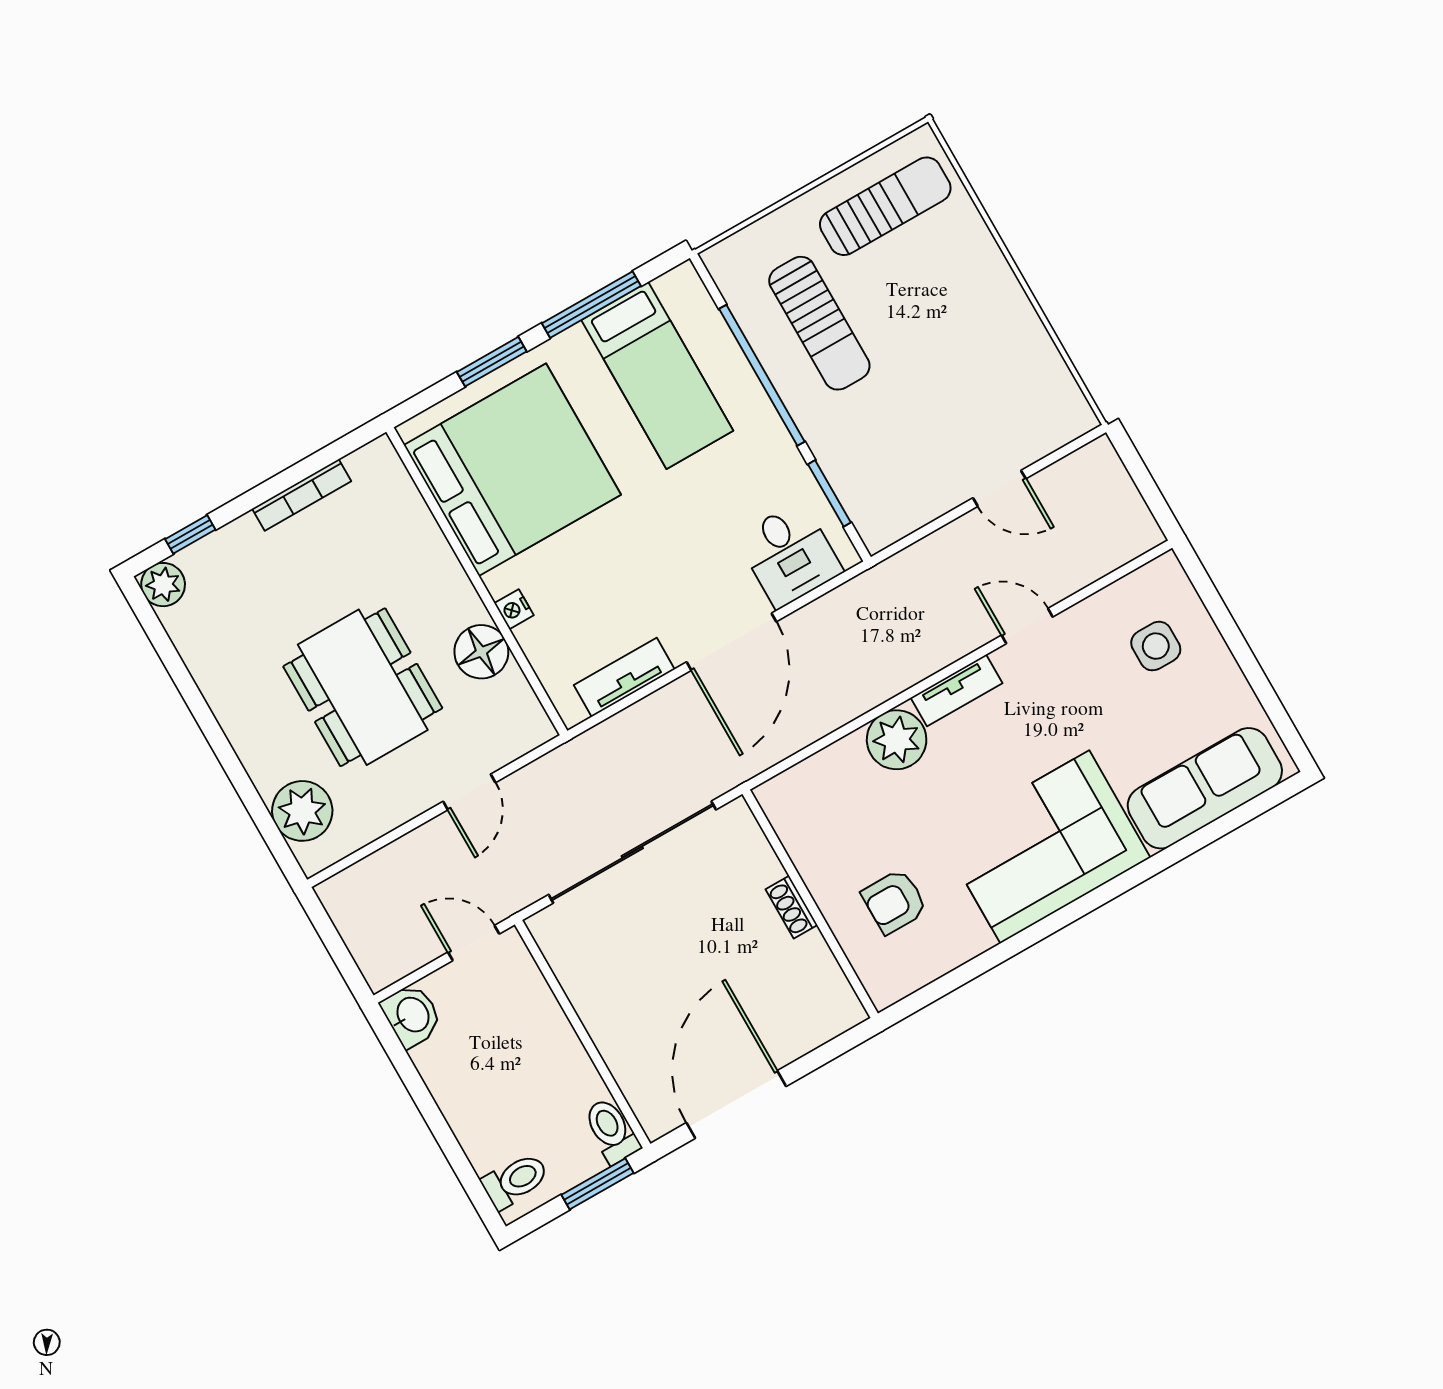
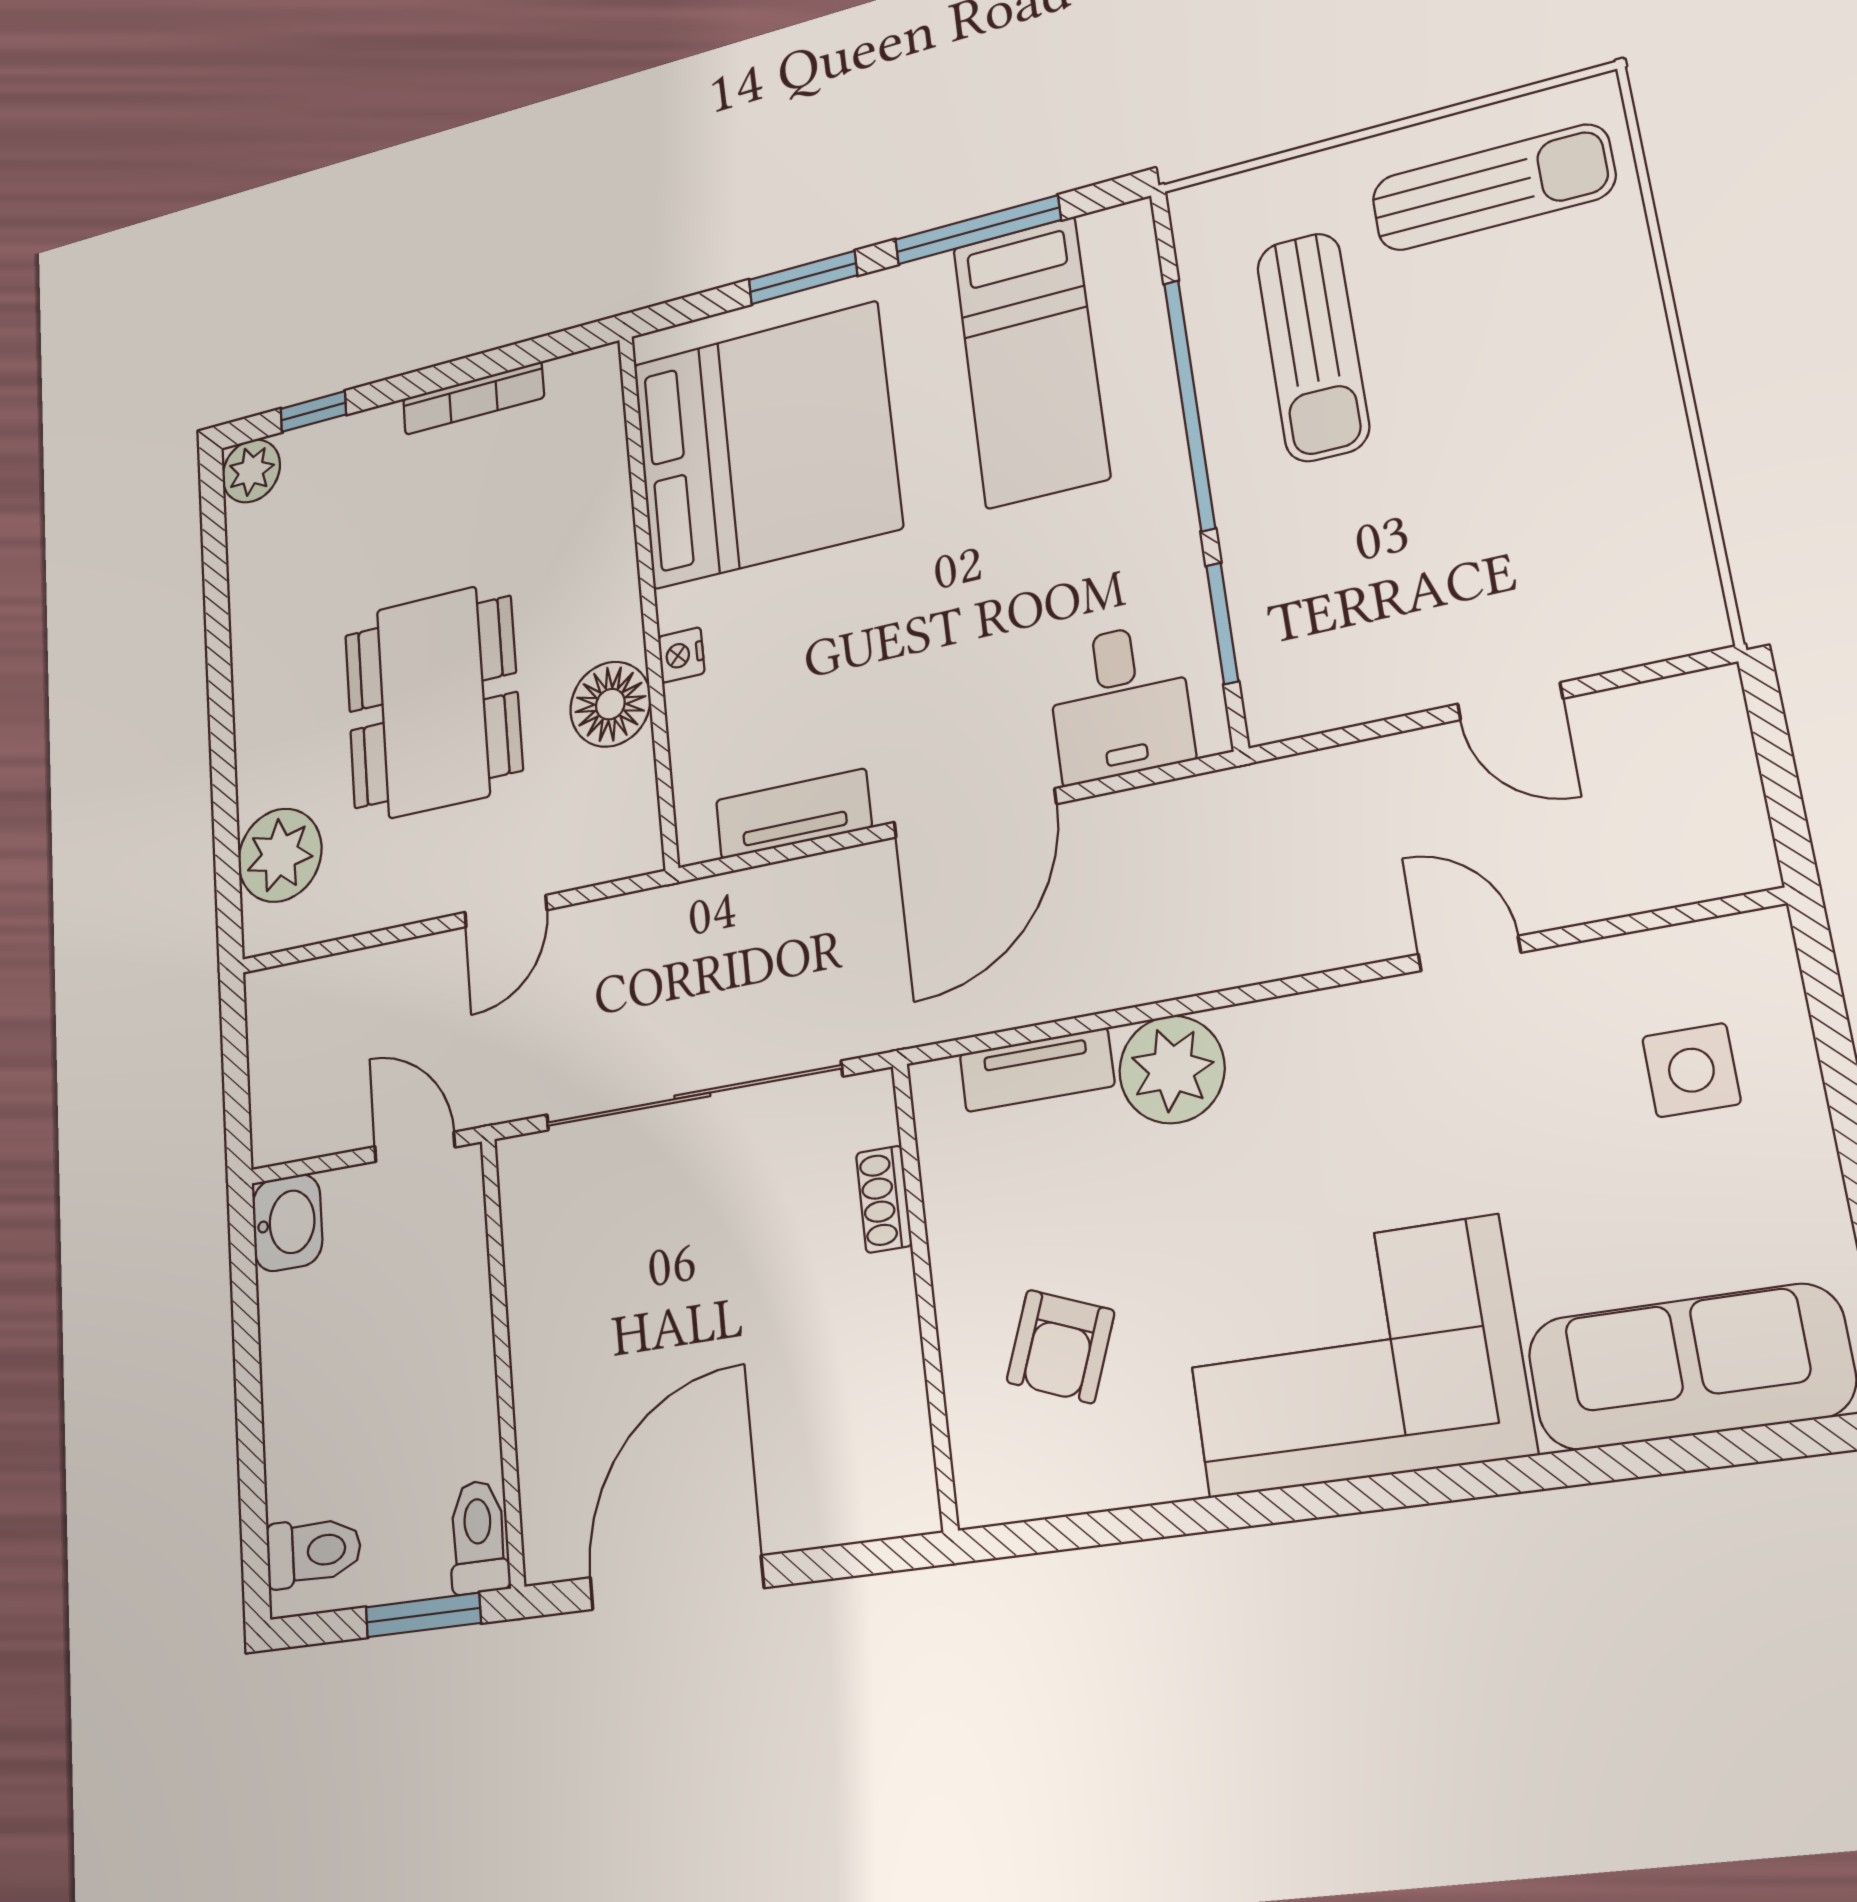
tv unit: (956, 690) -> (1037, 1070), moved
armchair: (894, 902) -> (1060, 1346), turned -69
shoe rack: (791, 907) -> (884, 1199), moved

